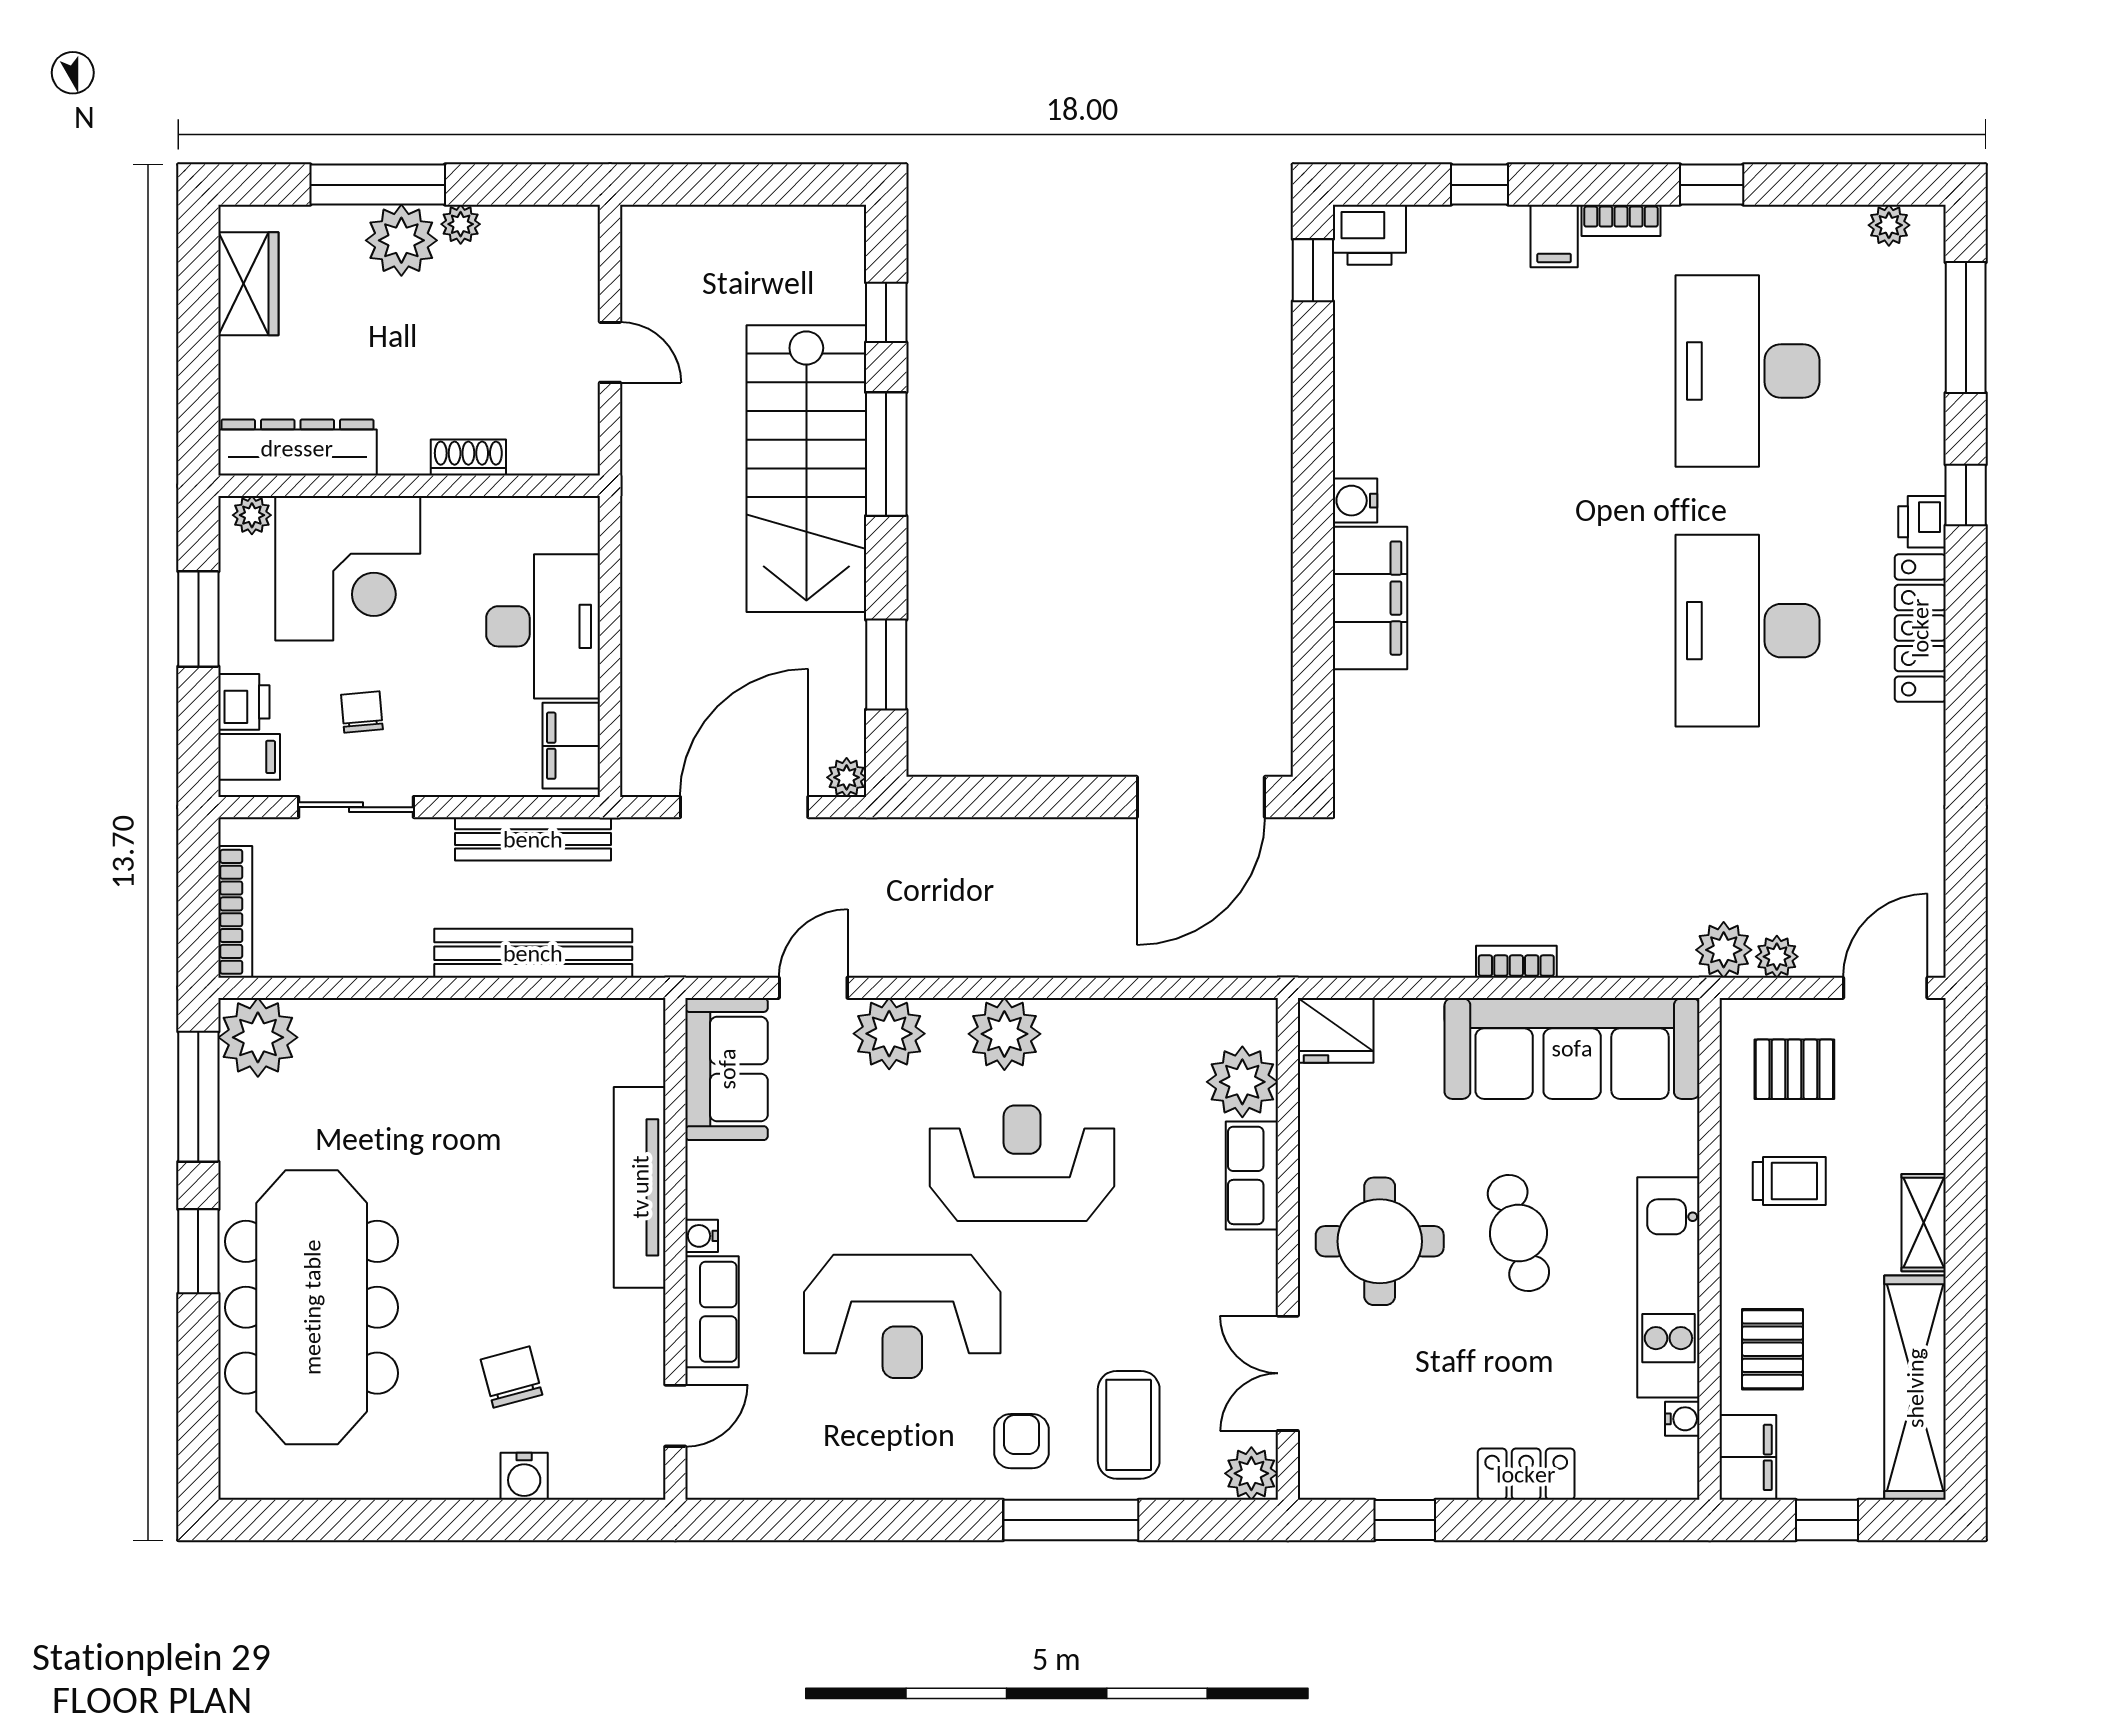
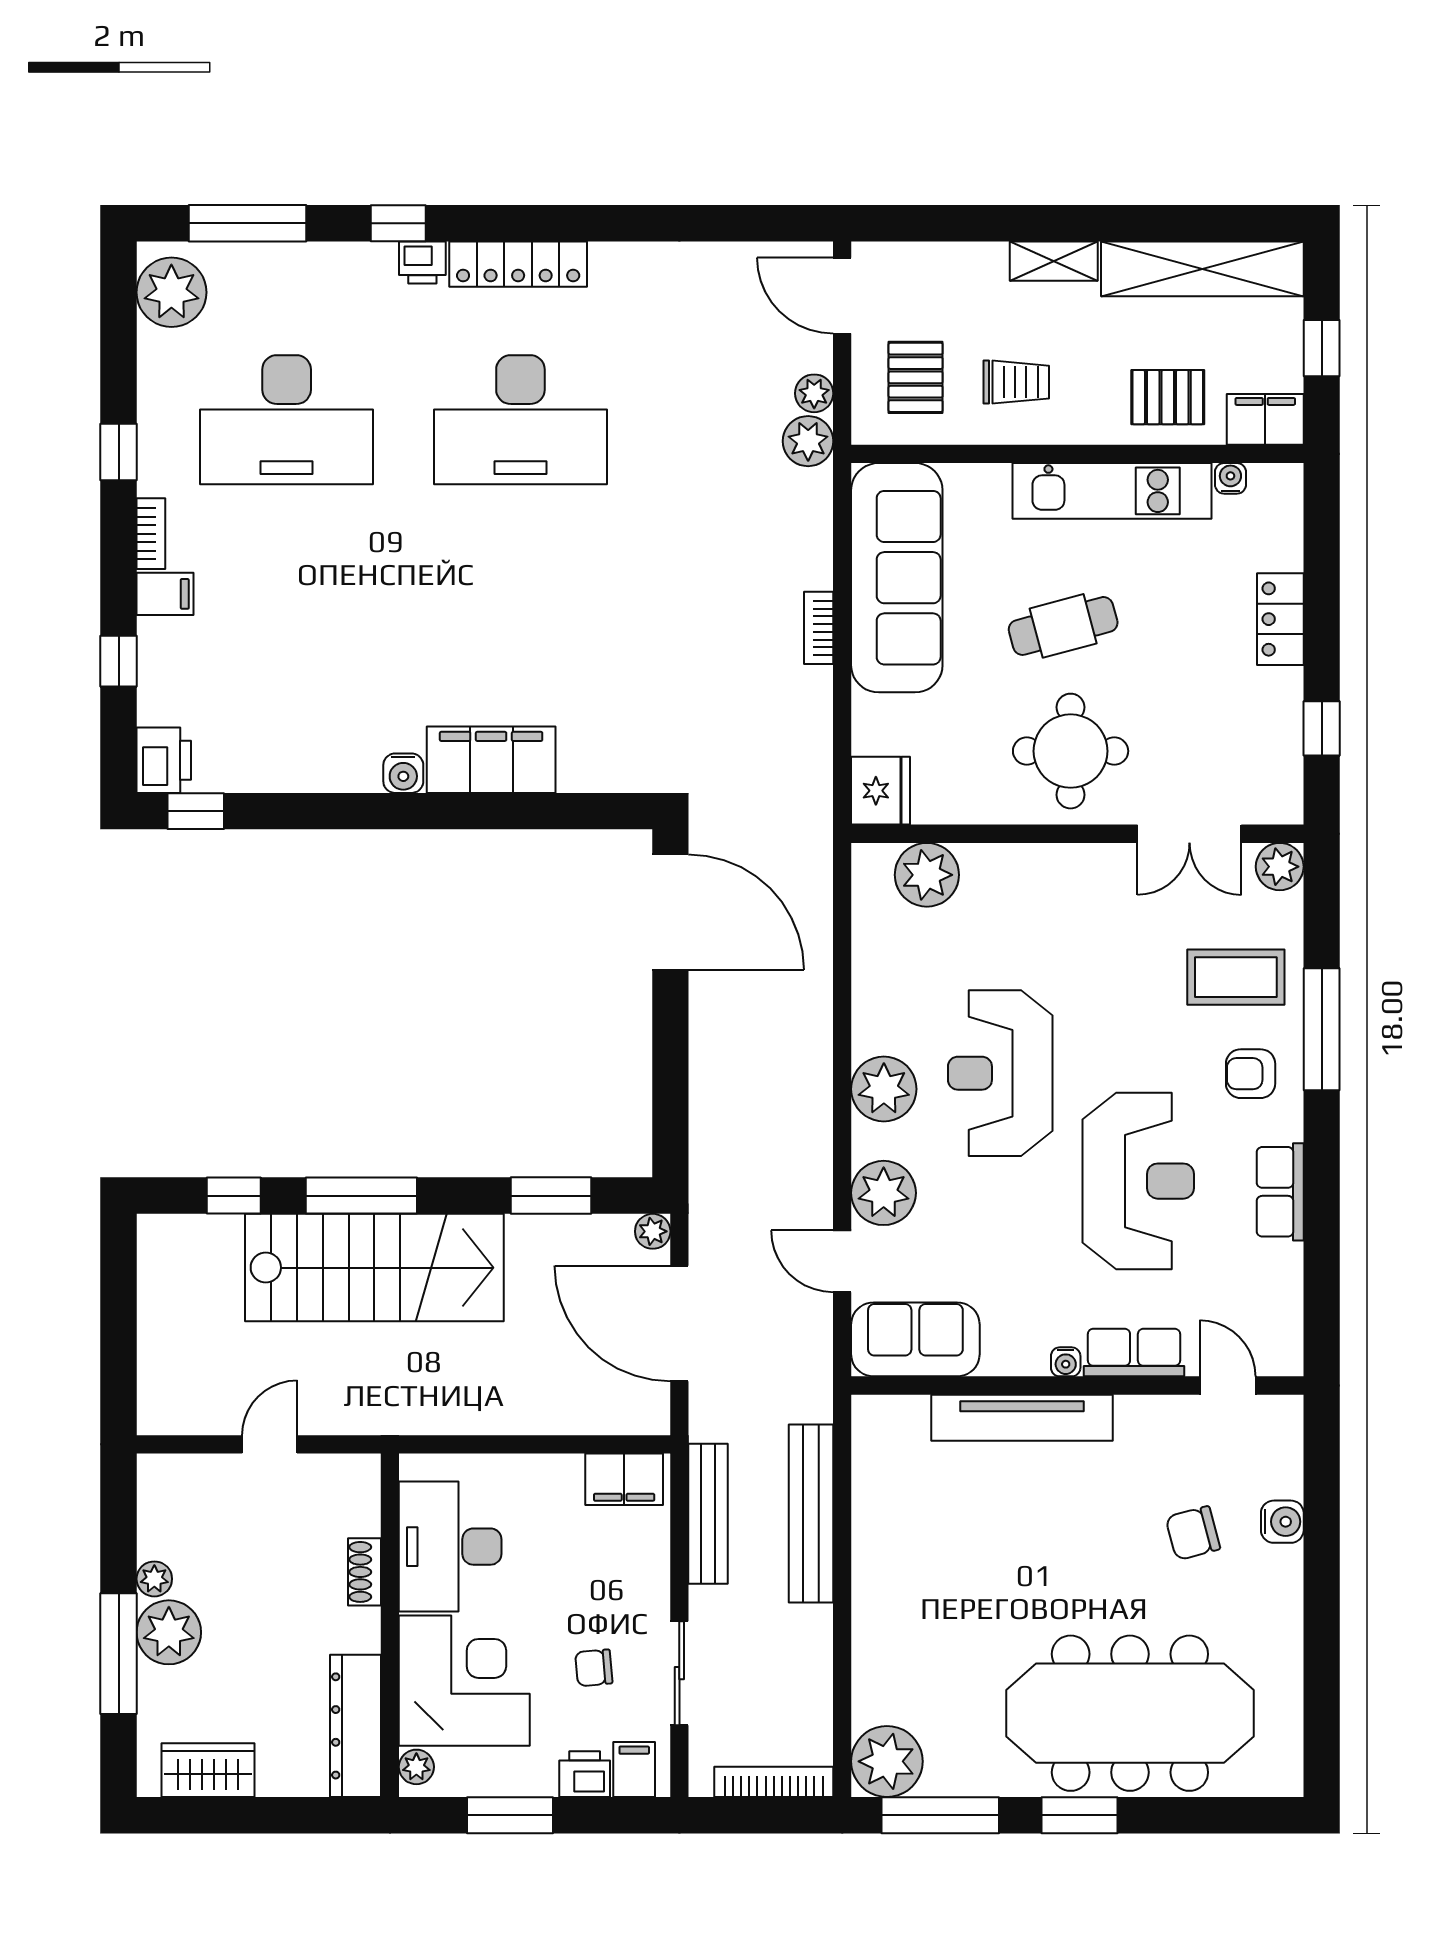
plant: (1889, 225) -> (171, 292), width x1.88, depth x1.88
desk: (543, 626) -> (450, 1547), moved, turned -90
row of seats: (1252, 1175) -> (1280, 1192), moved, turned 90
trolley: (1789, 1181) -> (1016, 382), turned 90

